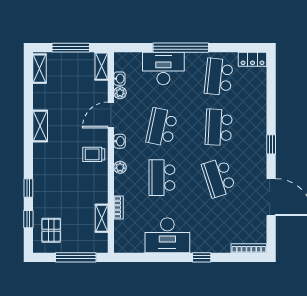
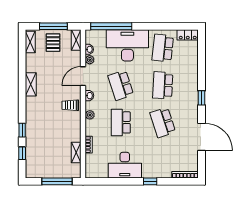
window: (181, 48) -> (111, 26), moved
desk: (163, 68) -> (127, 45), width x1.36, depth x1.30
school desk: (162, 127) -> (121, 85), turned -30
pallet: (51, 230) -> (53, 43), moved

